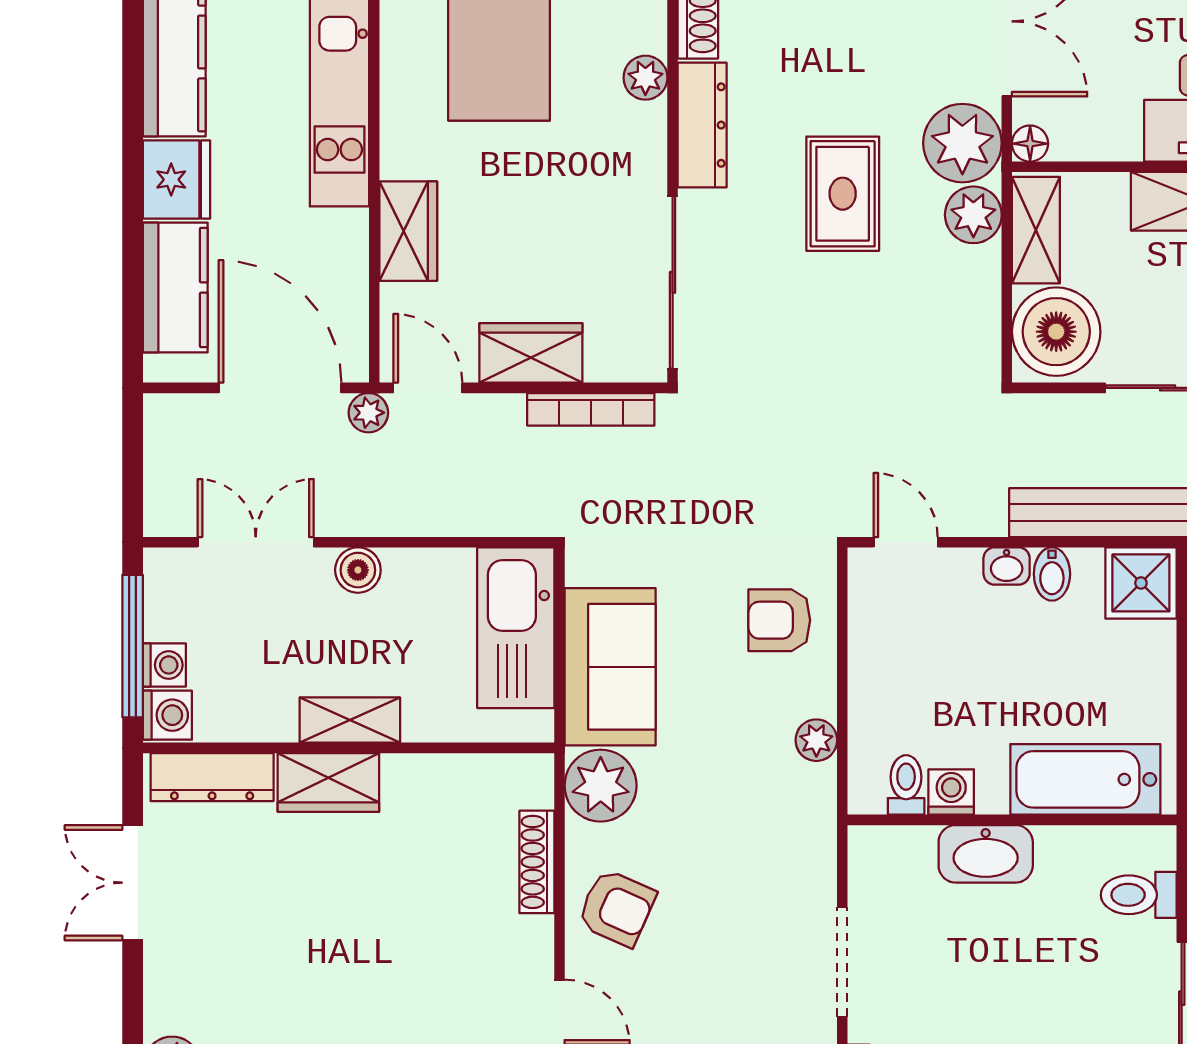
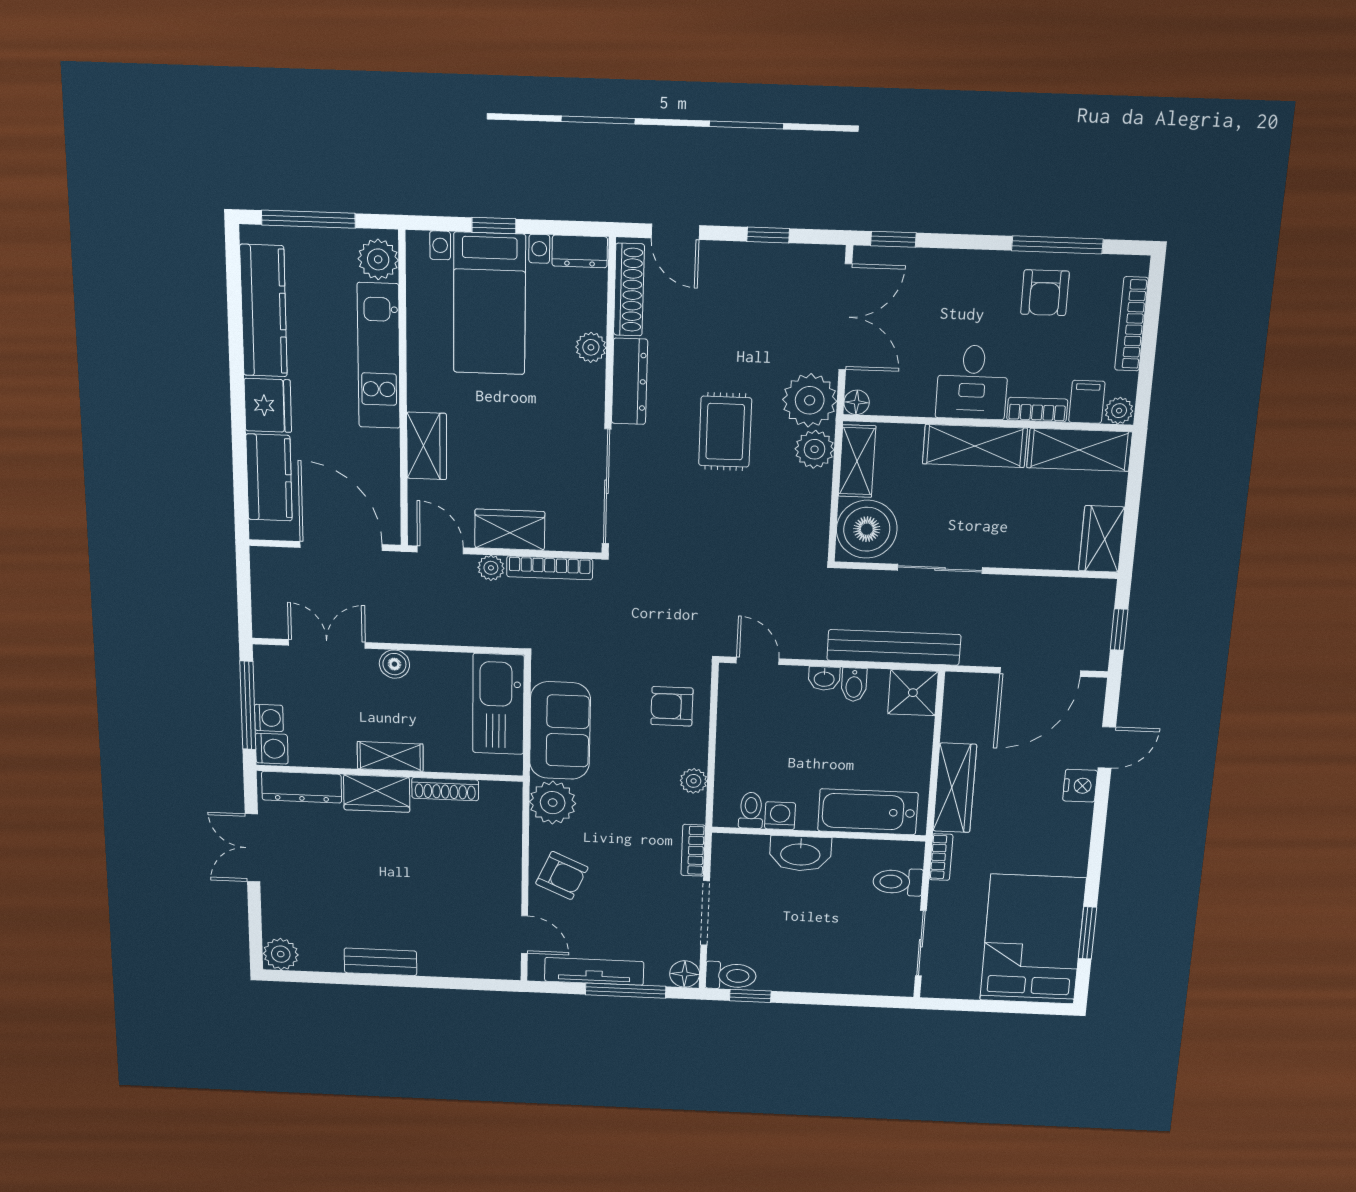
plant: (368, 413) -> (491, 568), moved
bookcase: (820, 856) -> (693, 850), added
shoe rack: (537, 862) -> (445, 789), moved, turned -90

